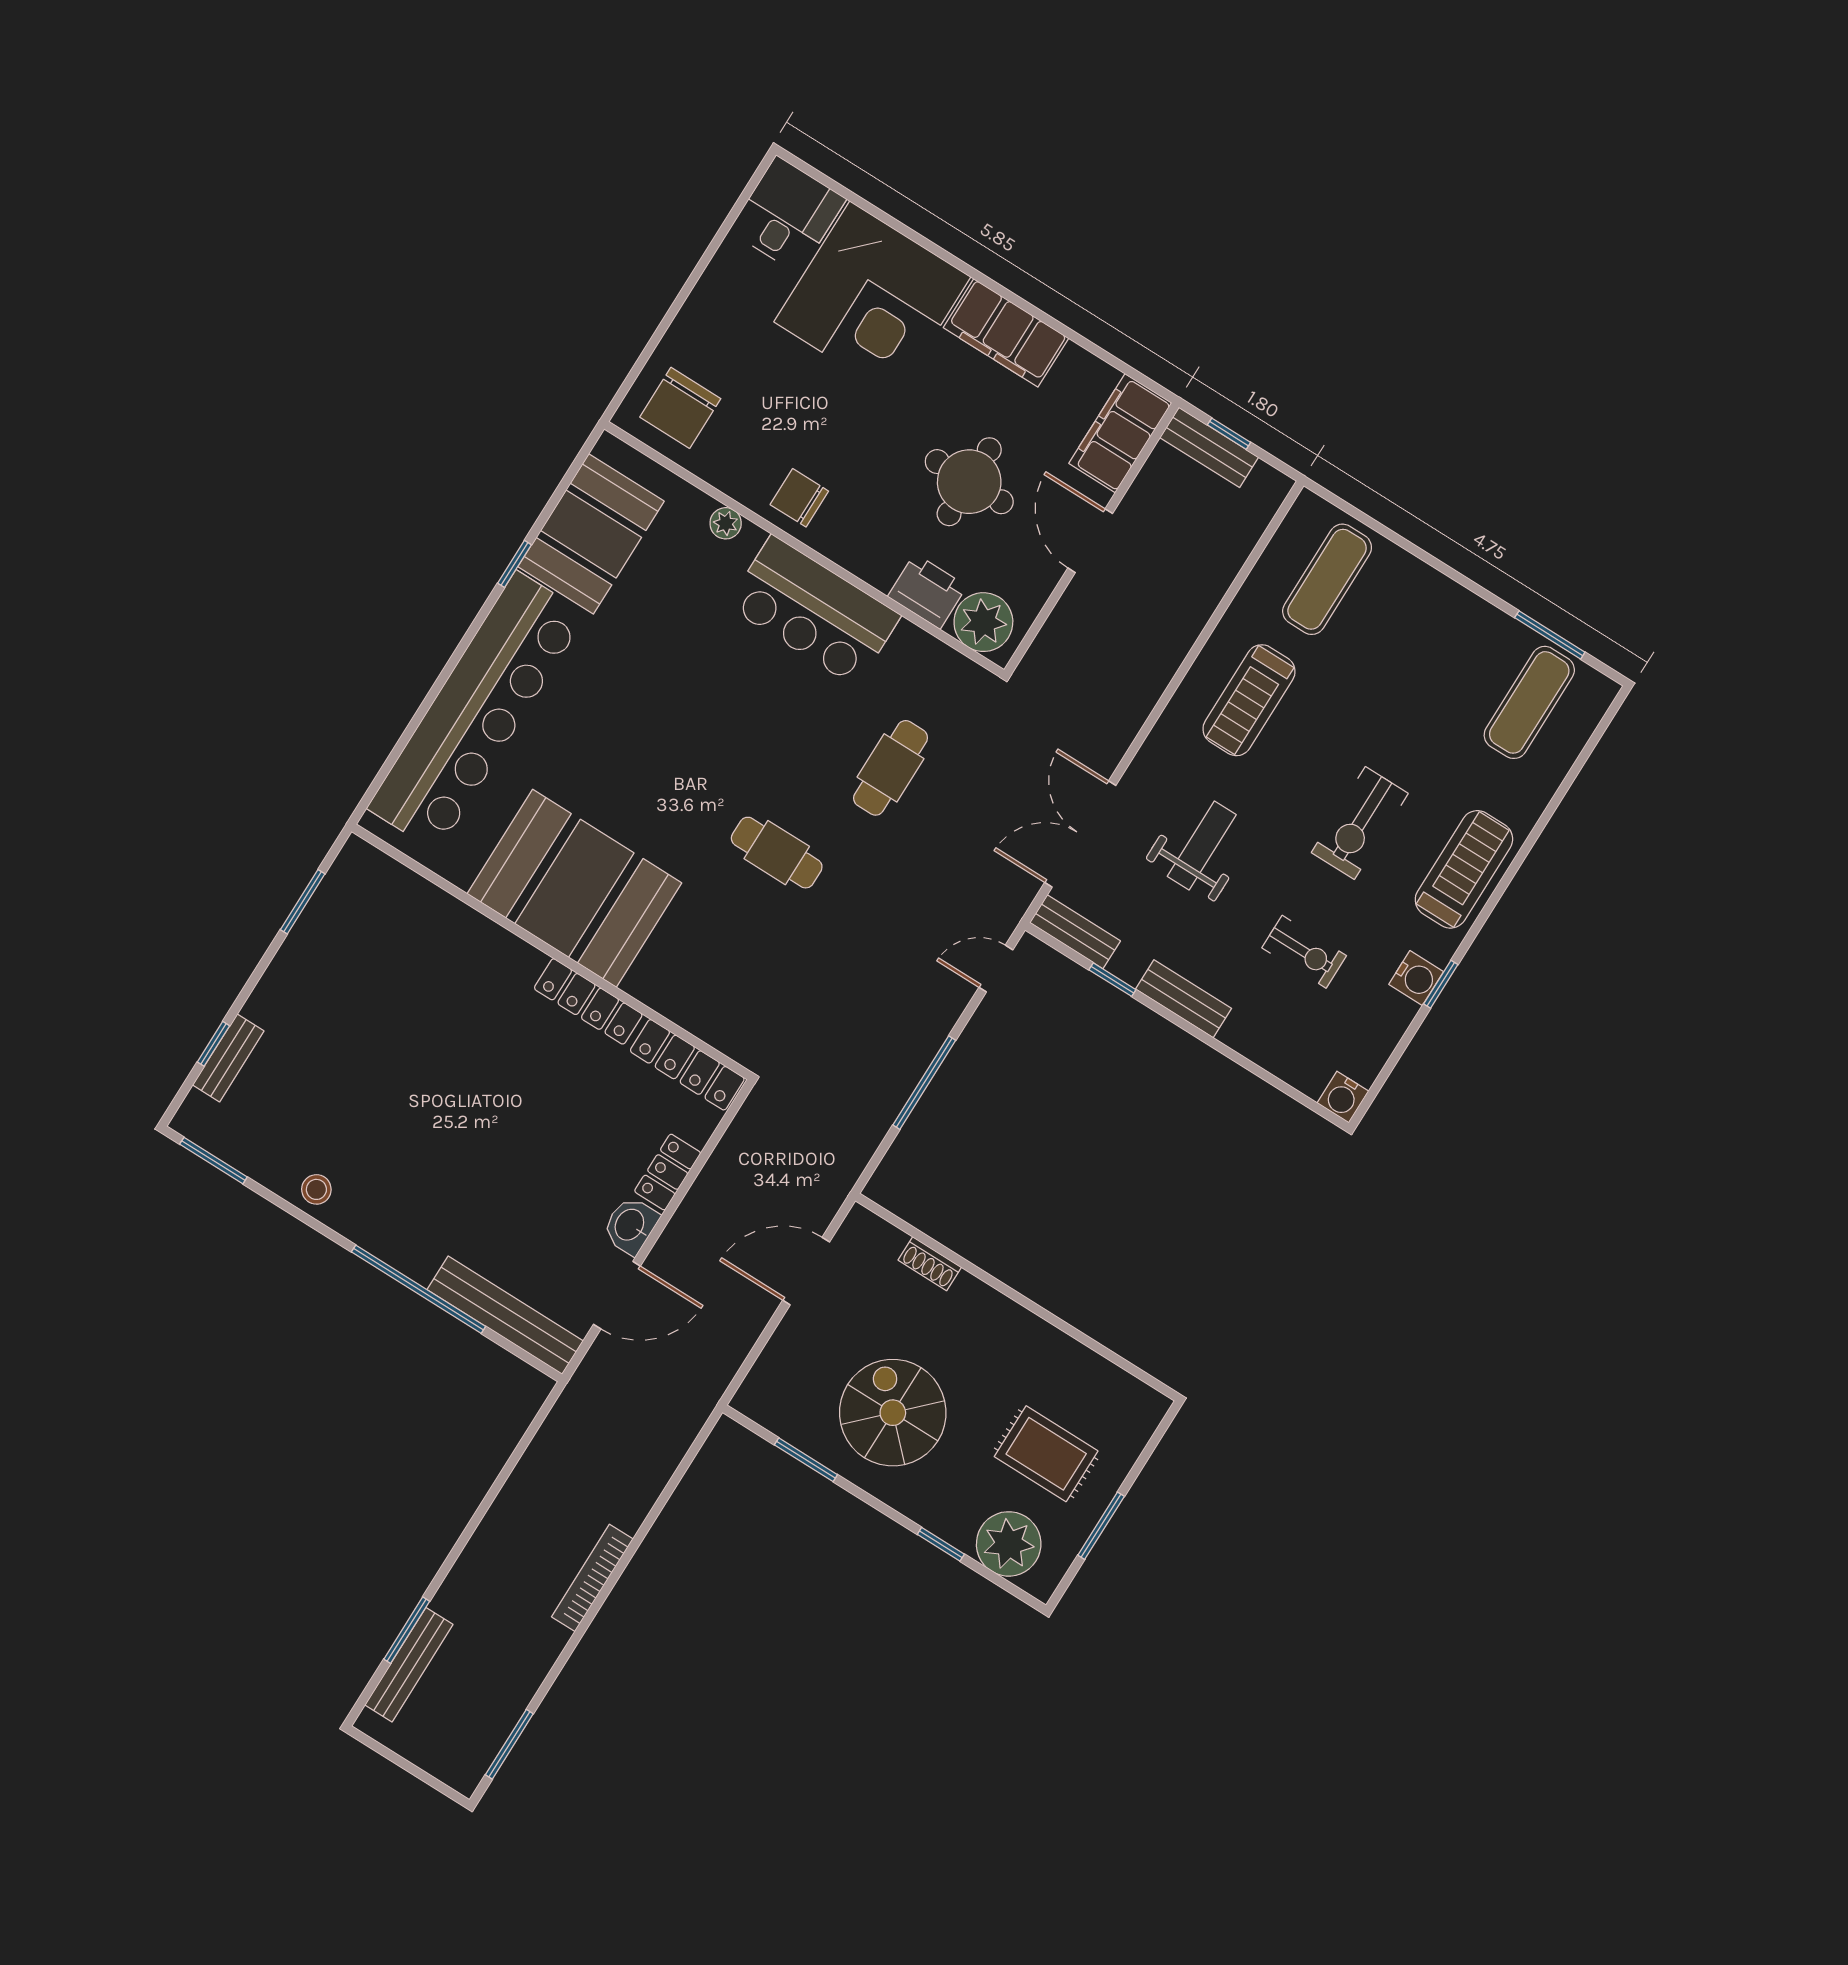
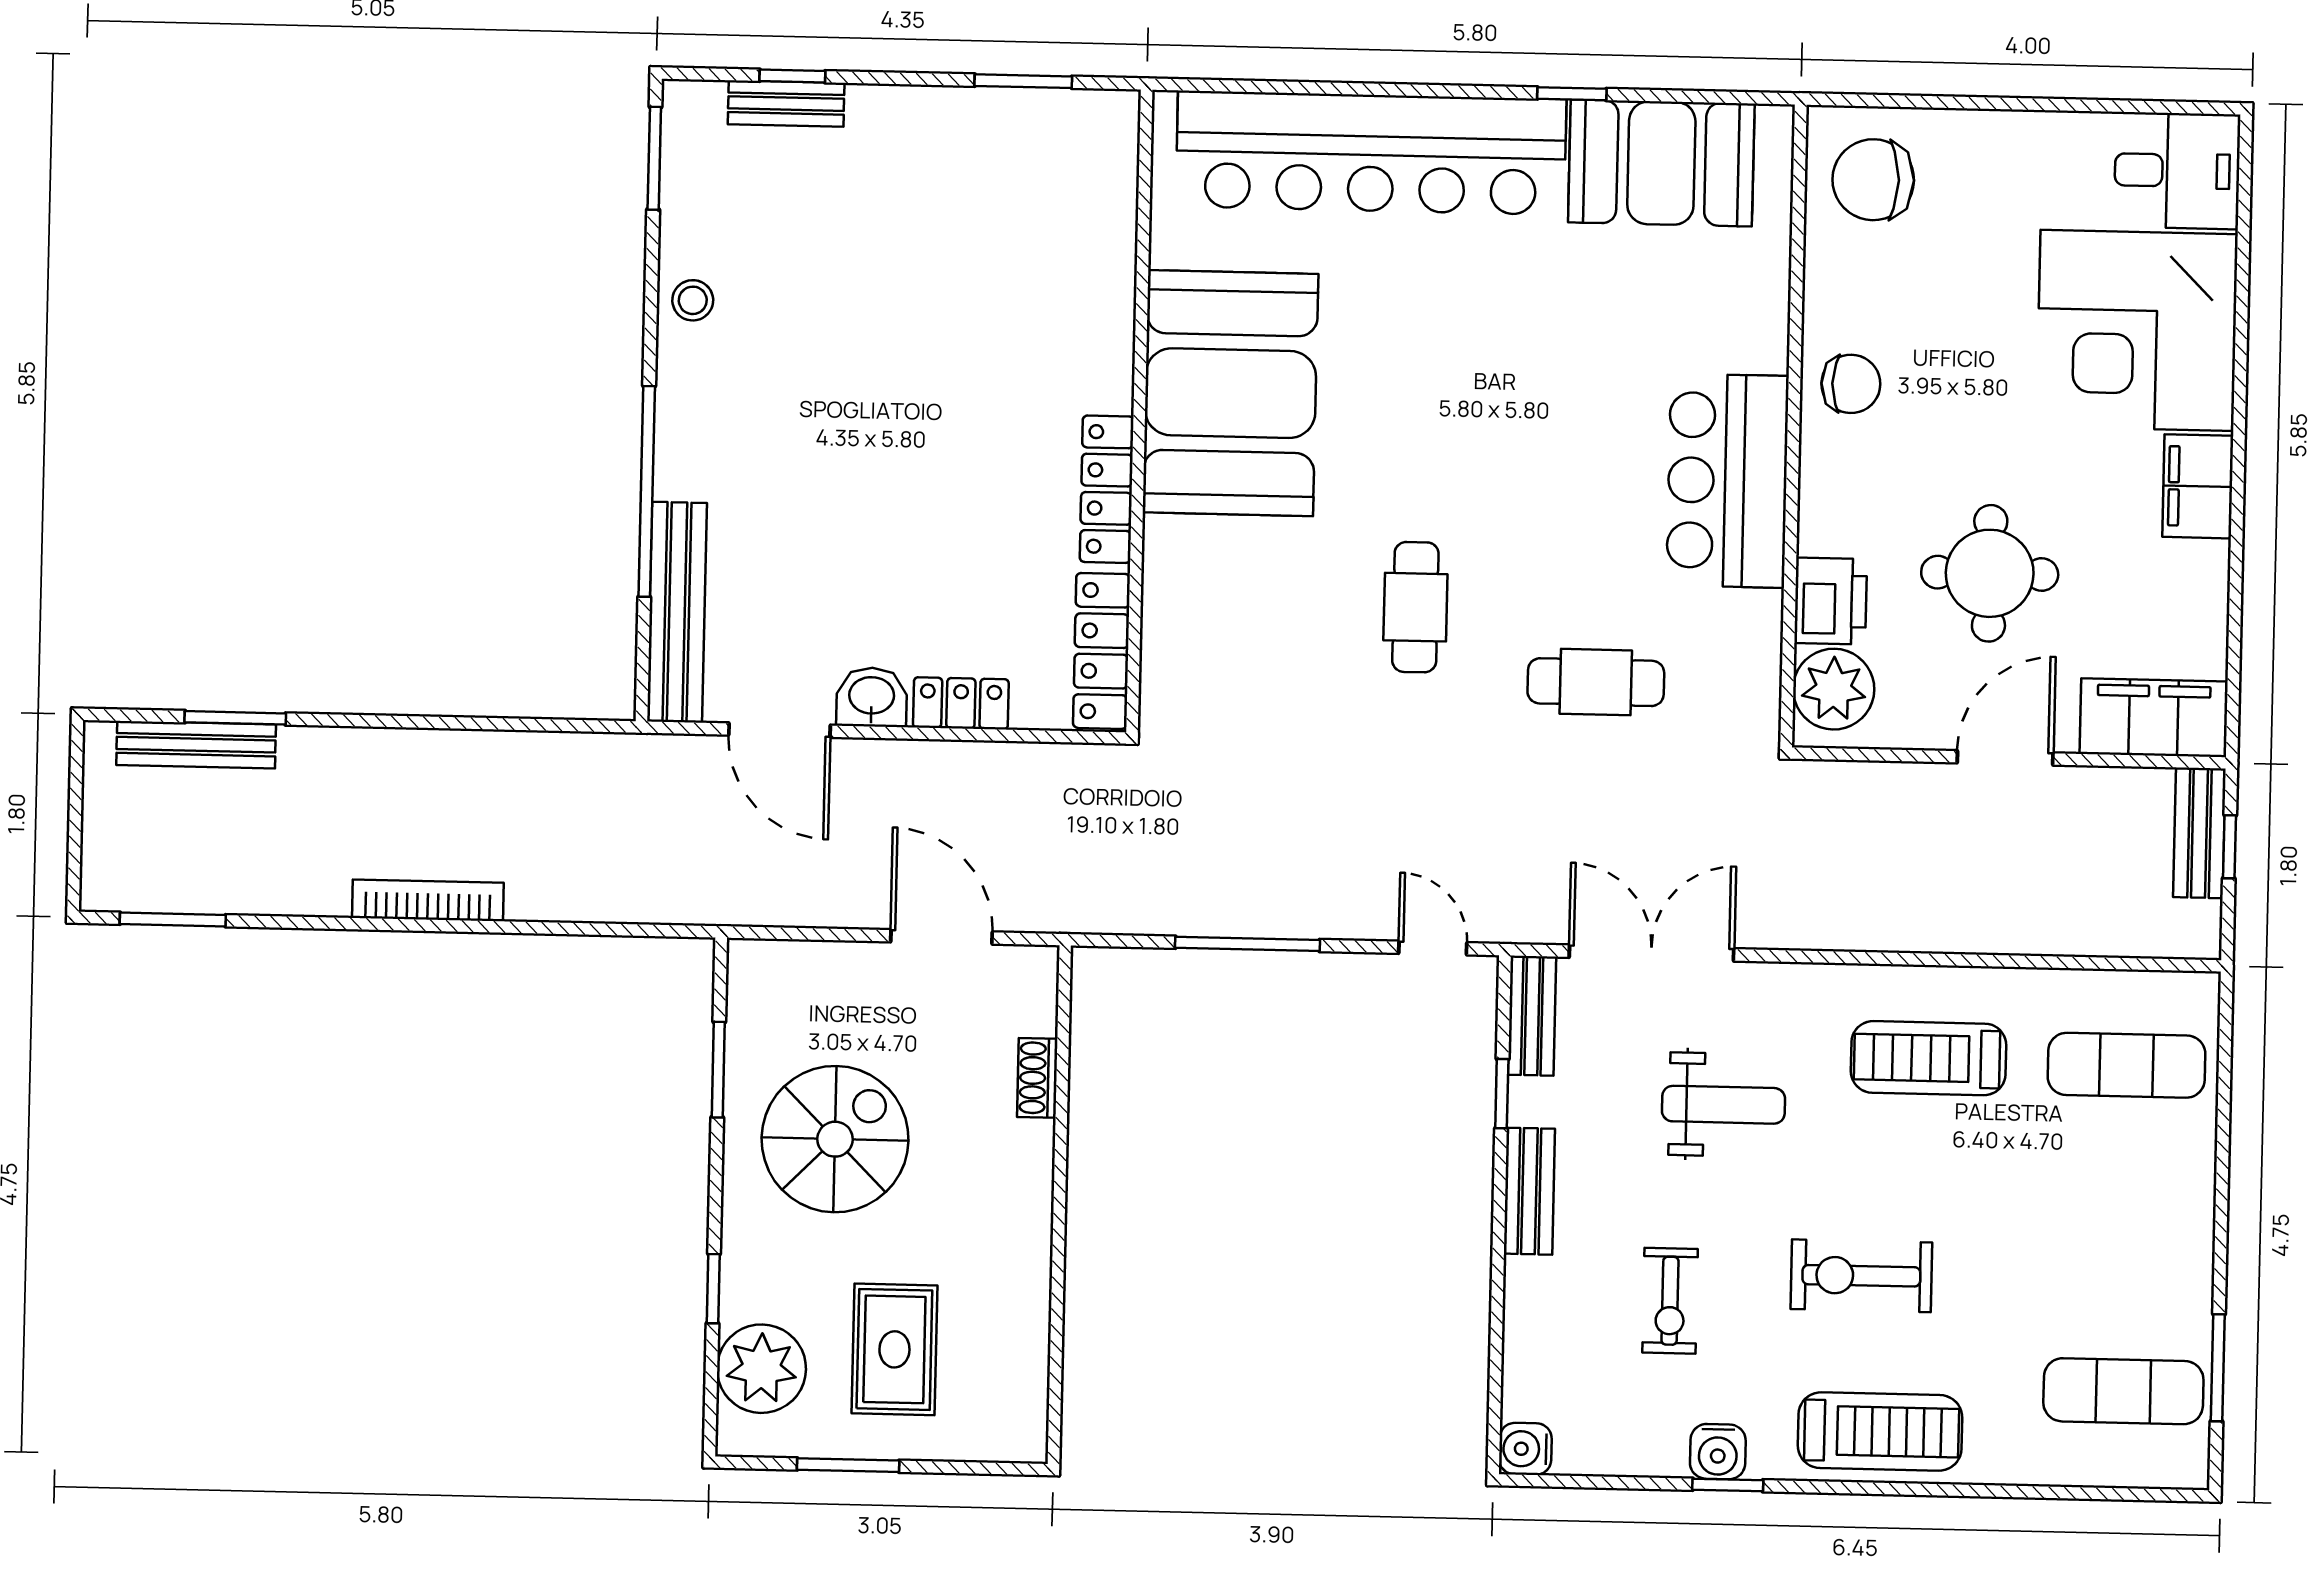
filing cabinet: (1006, 333) -> (2198, 486), width x0.67, depth x0.86
chair: (799, 498) -> (1851, 384), turned 90
plant: (726, 523) -> (1769, 315), removed

